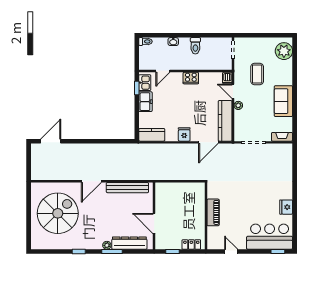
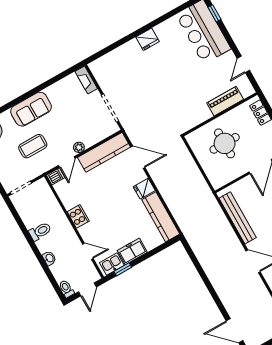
door: (137, 56) -> (87, 289), added
sofa: (283, 101) -> (31, 109), moved
kitchen counter: (152, 135) -> (161, 217), width x1.50
fridge: (286, 207) -> (148, 39), moved
round table: (184, 208) -> (225, 143), added
piano: (213, 212) -> (225, 101), moved

